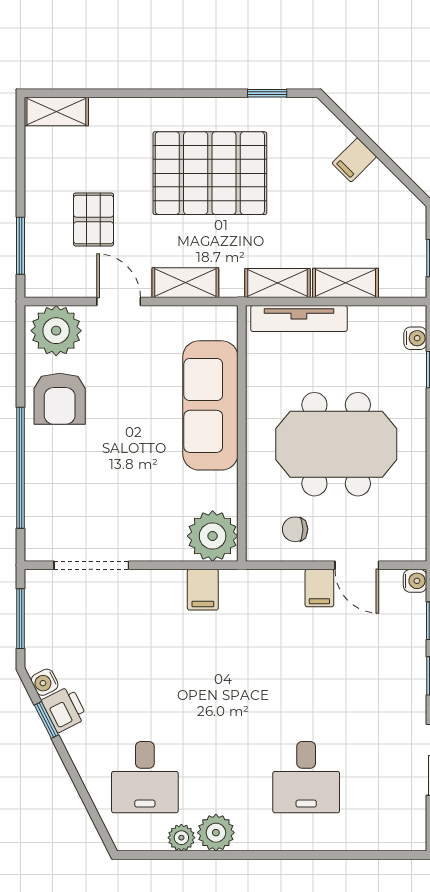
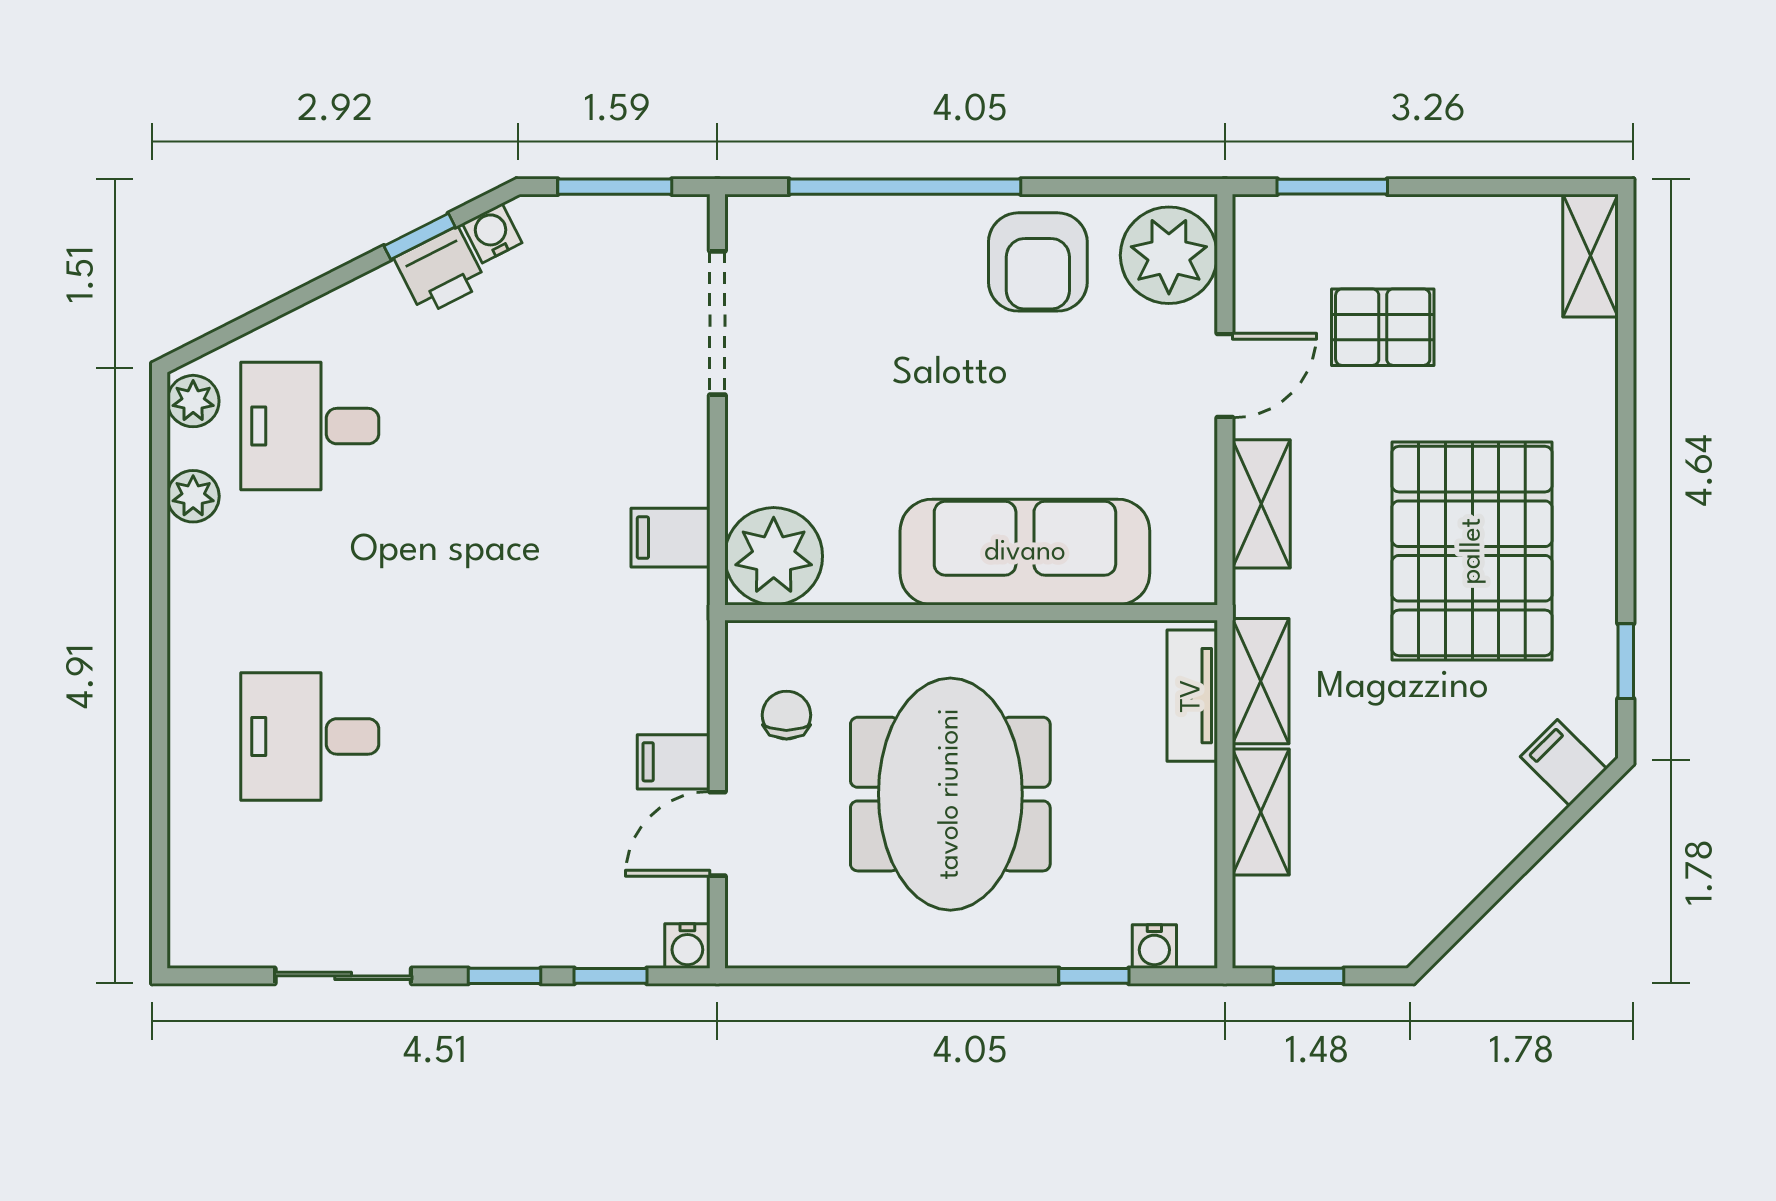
filing cabinet: (354, 160) -> (1564, 763), moved
tv unit: (299, 319) -> (1192, 696), width x0.71
armchair: (60, 399) -> (1038, 262), turned -90
plant: (216, 833) -> (193, 401), moved, width x0.73, depth x0.73

